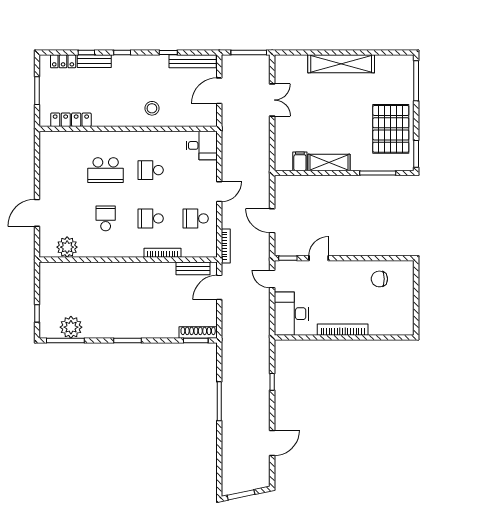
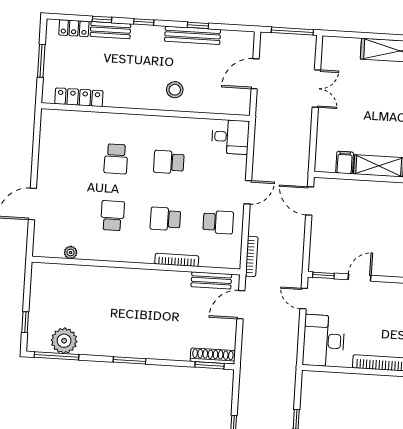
bench: (193, 61) -> (193, 35), moved
school desk: (106, 170) -> (116, 159), width x0.54
school desk: (196, 218) -> (218, 222), turned 180
door: (272, 221) -> (310, 201), moved
plant: (67, 247) -> (71, 252), width x0.53, depth x0.53

